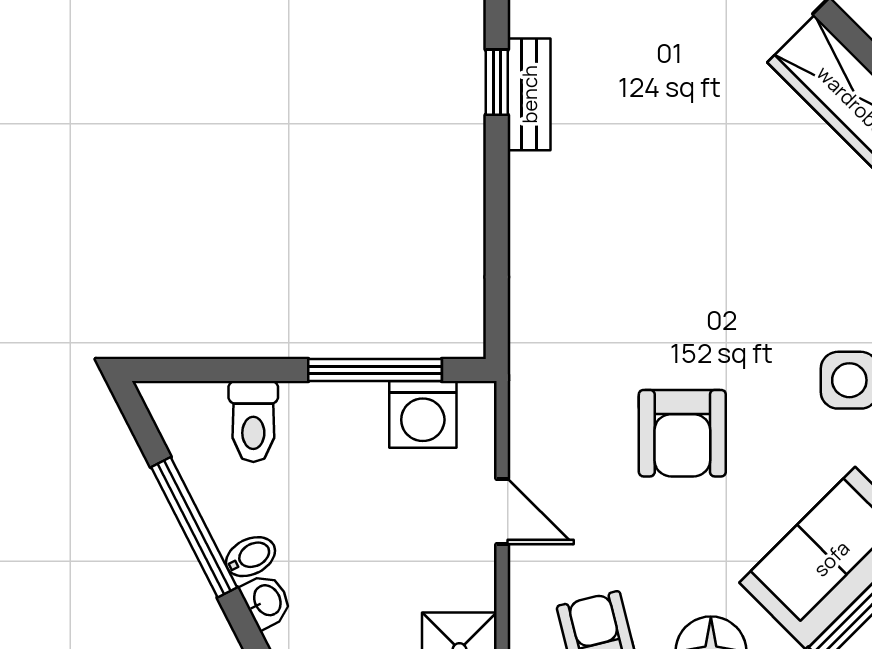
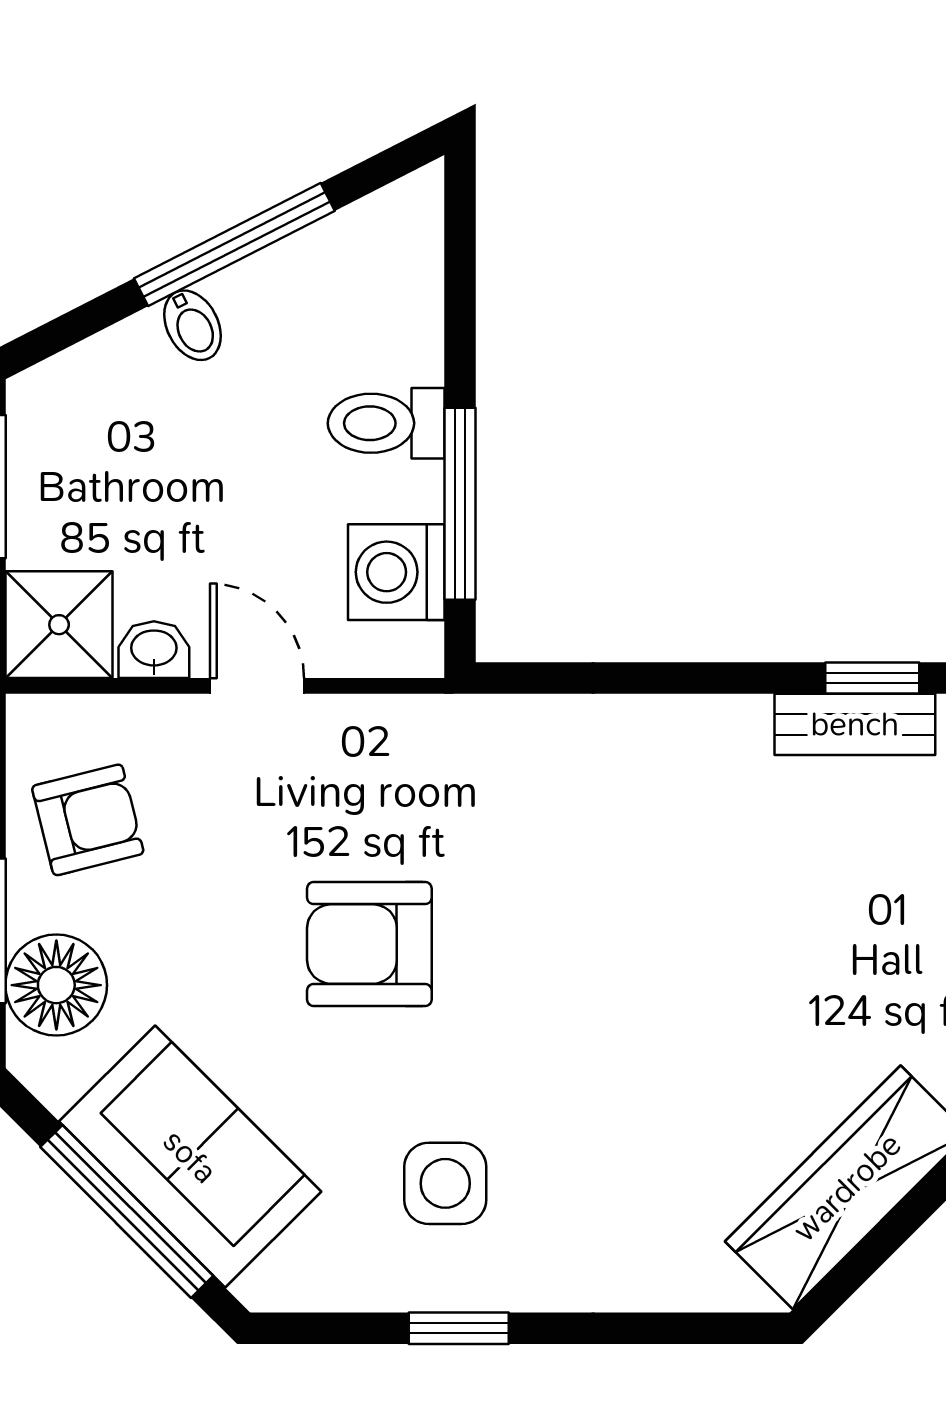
toilet: (253, 422) -> (386, 423), moved
door: (502, 512) -> (257, 686), swing flipped
washbasin: (266, 601) -> (154, 650), moved, turned -153

